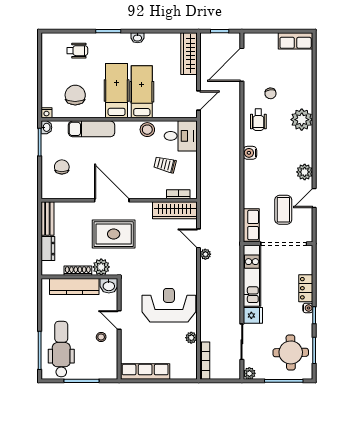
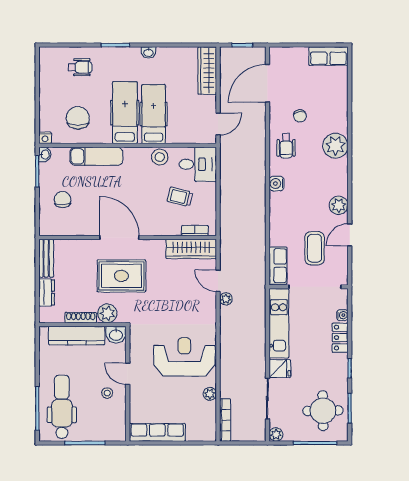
water cooler: (308, 308) -> (342, 315), moved

